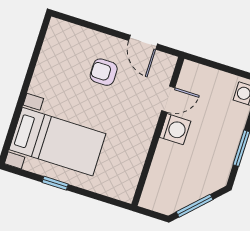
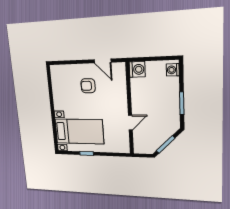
door: (168, 99) -> (130, 123), moved
washing machine: (175, 129) -> (137, 69), moved

